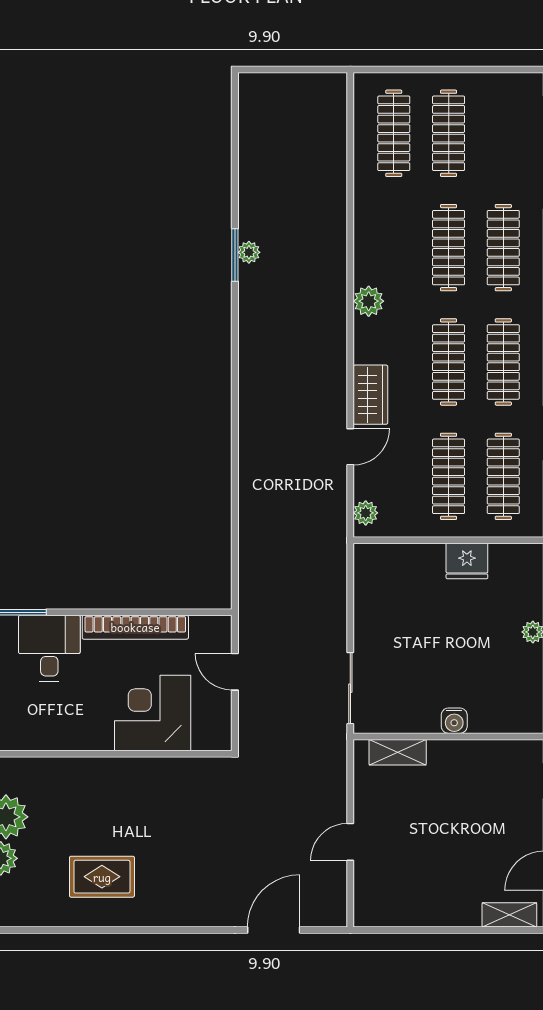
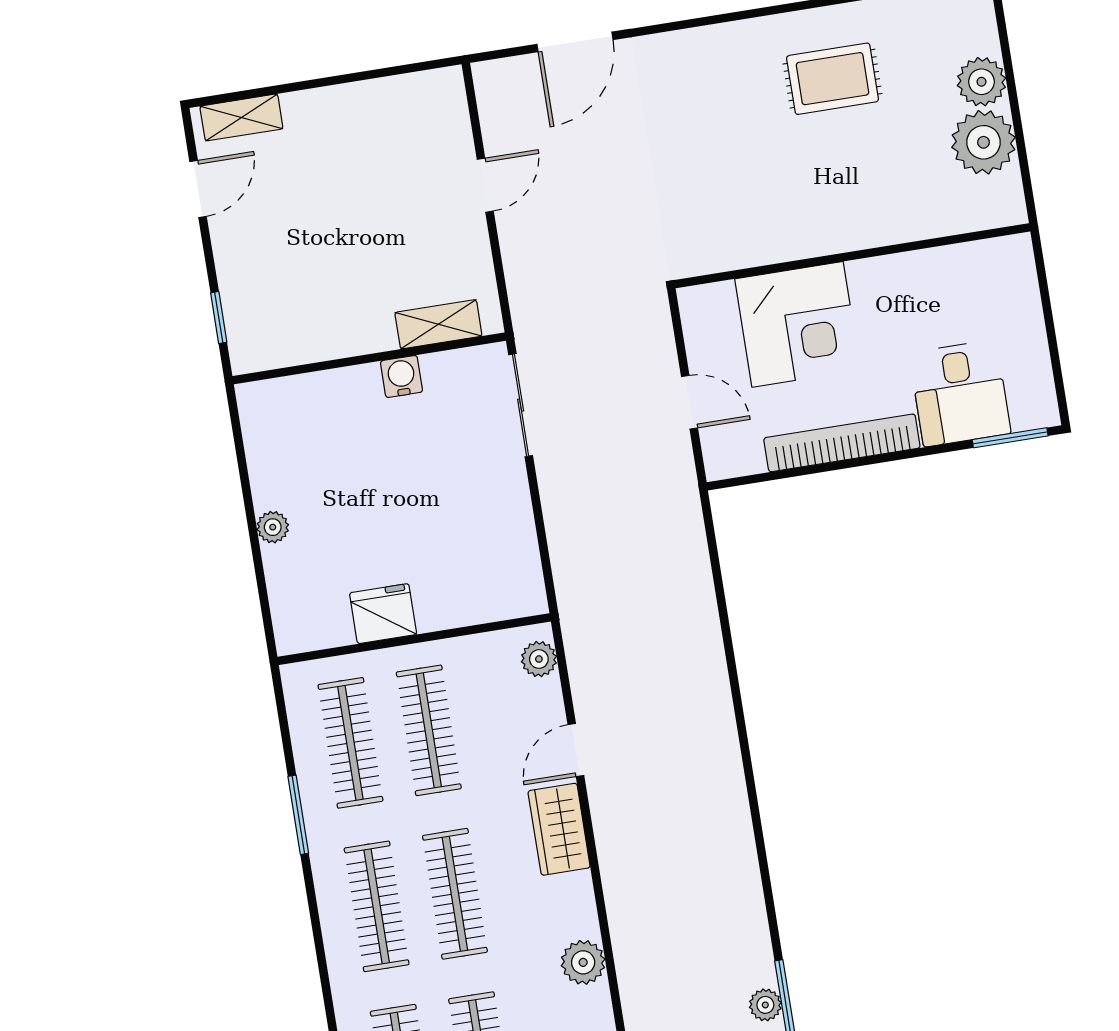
water cooler: (454, 721) -> (401, 376), moved

